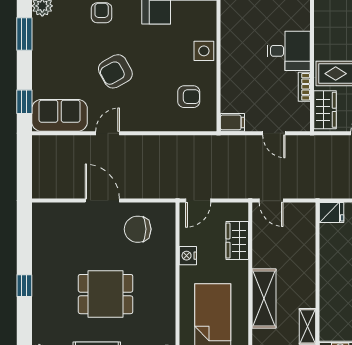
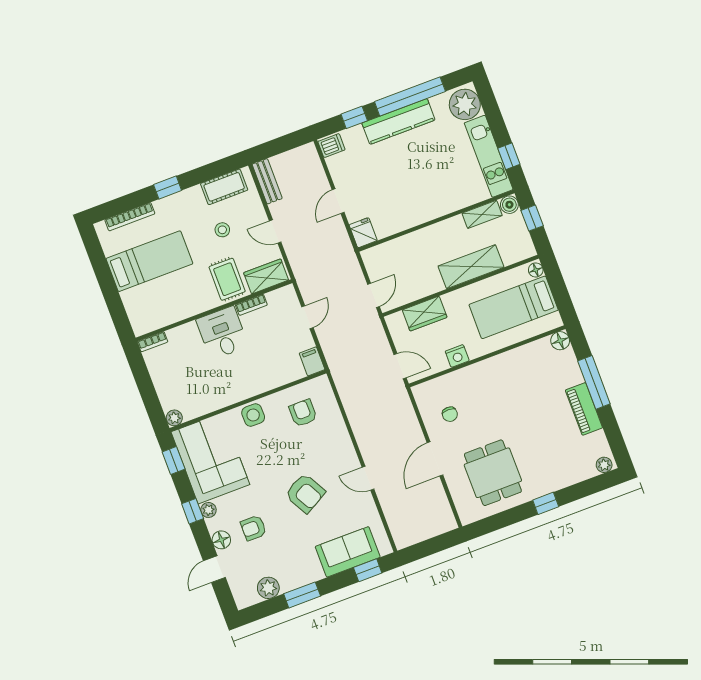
sofa: (60, 115) -> (348, 552), moved, turned 90
chair: (138, 229) -> (450, 414), width x0.54, depth x0.54
dining table: (106, 294) -> (493, 473), moved

